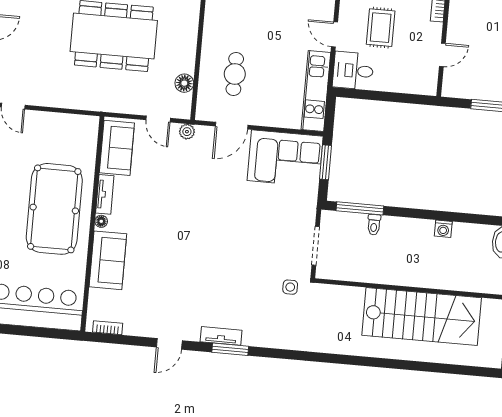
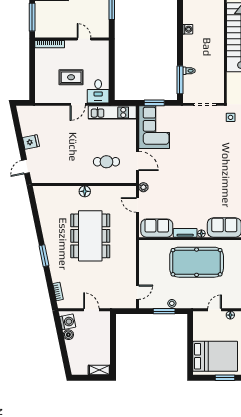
floor lamp: (184, 83) -> (85, 191), moved
door: (158, 119) -> (137, 205), swing flipped

